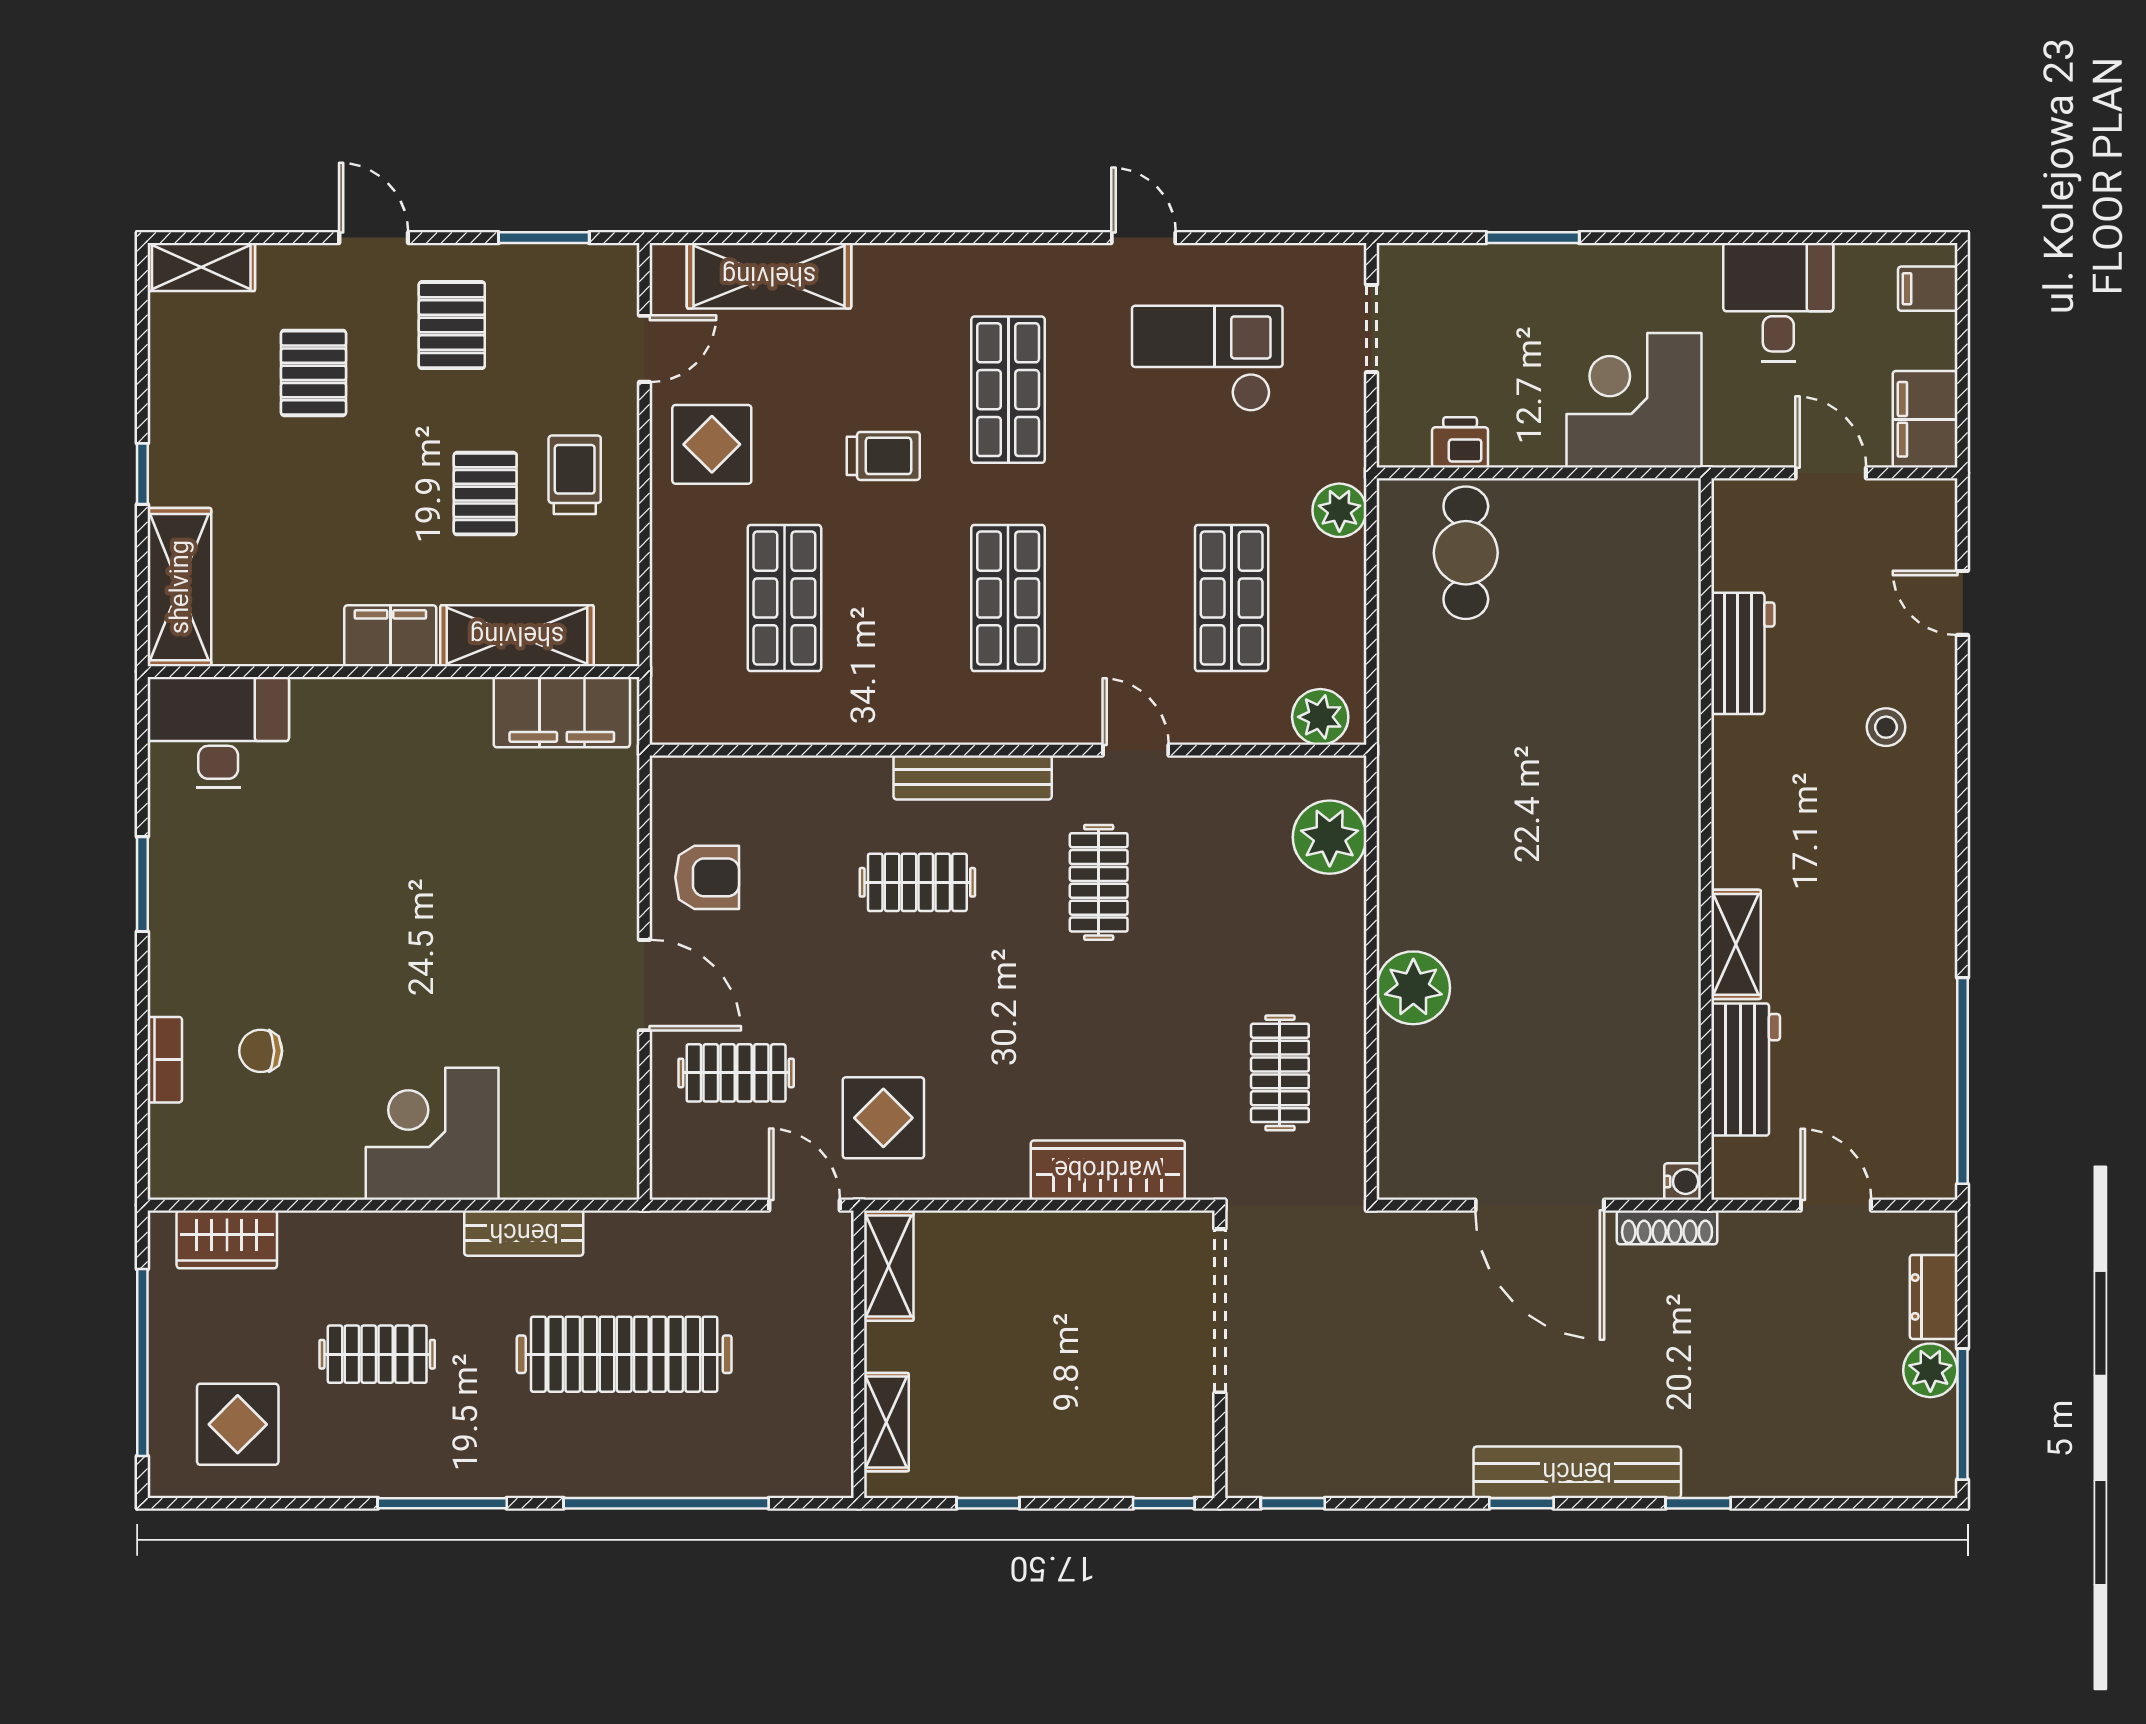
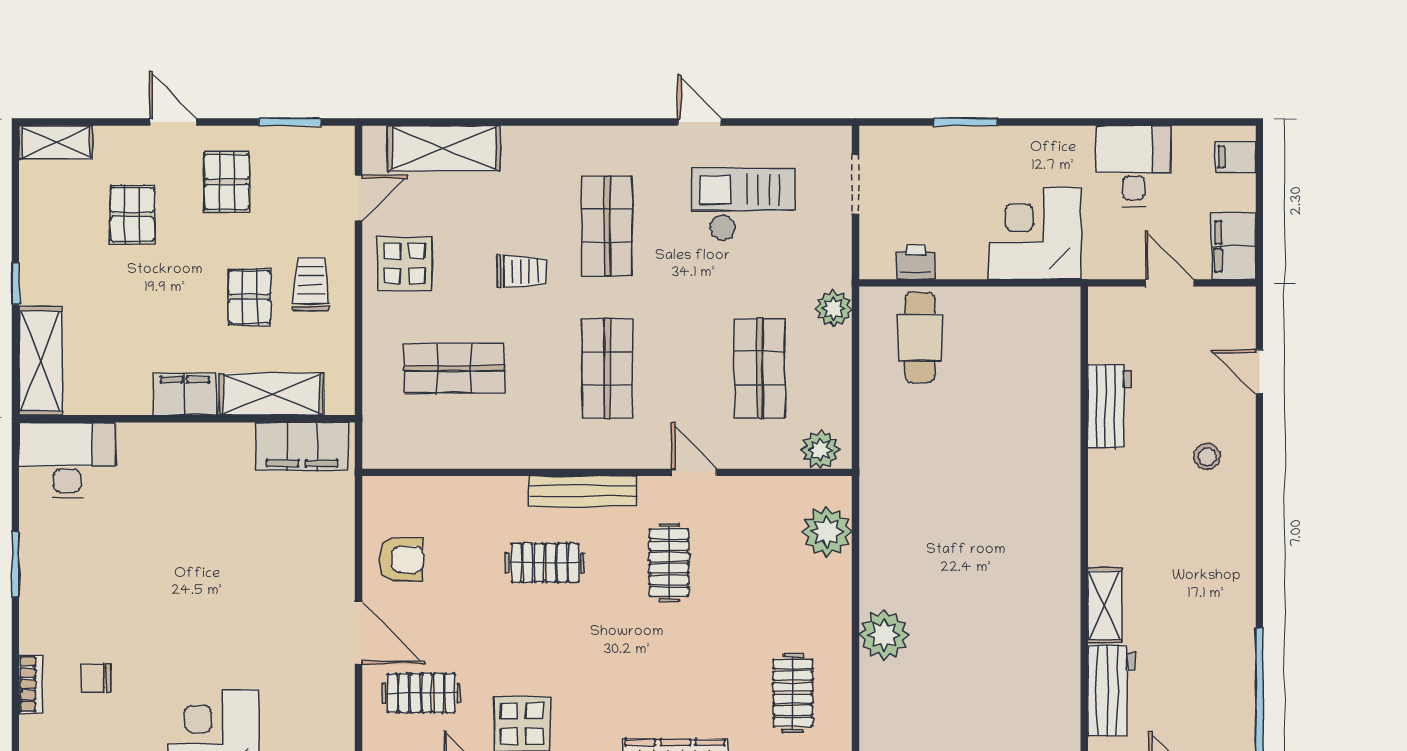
shop shelf: (784, 598) -> (454, 368), turned 90

